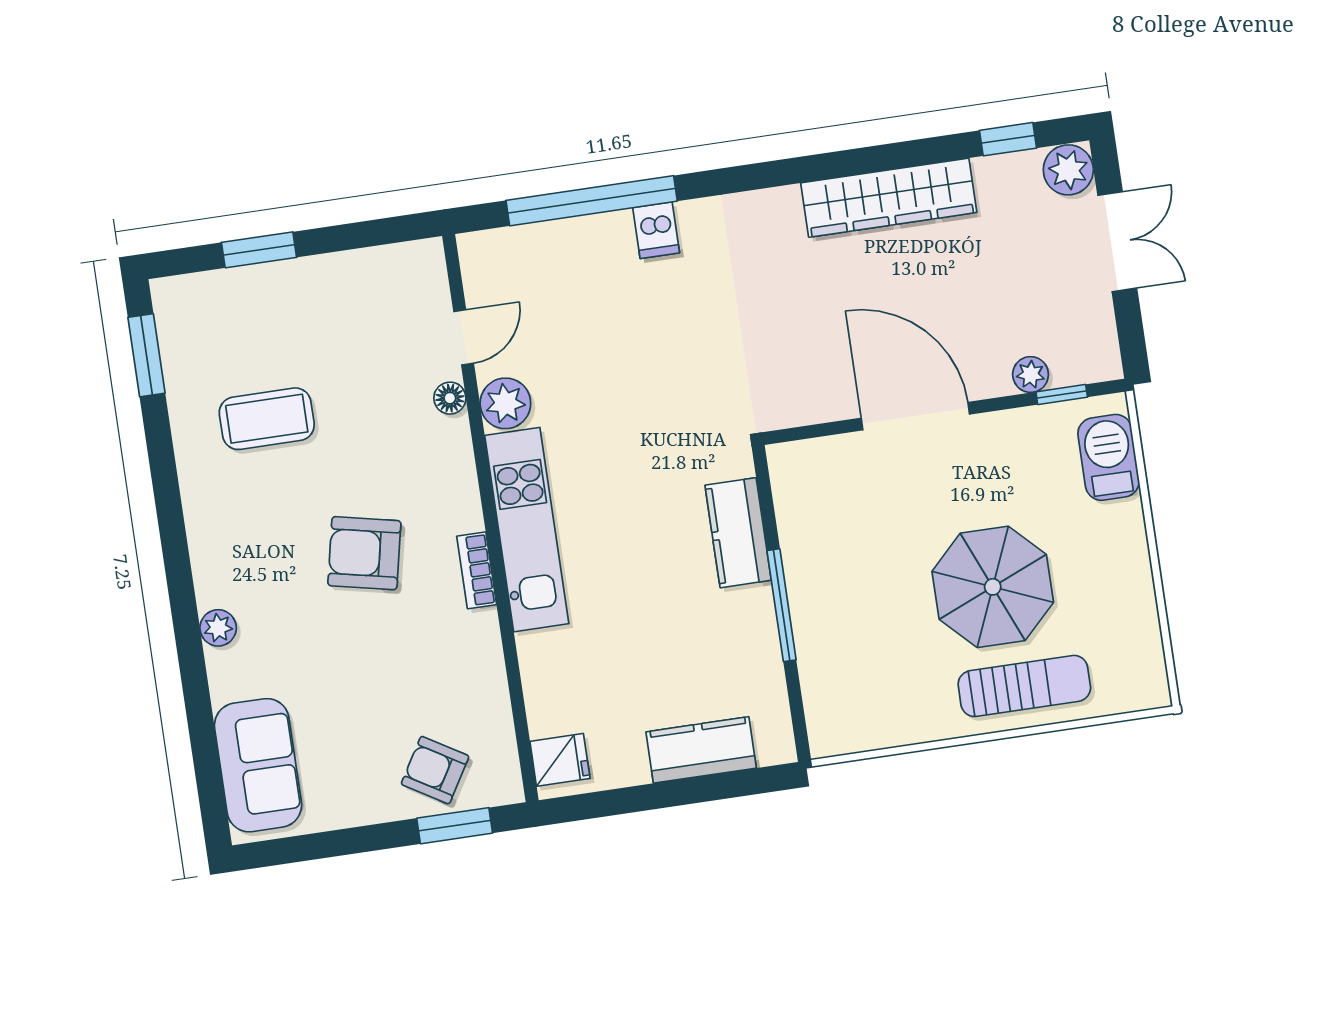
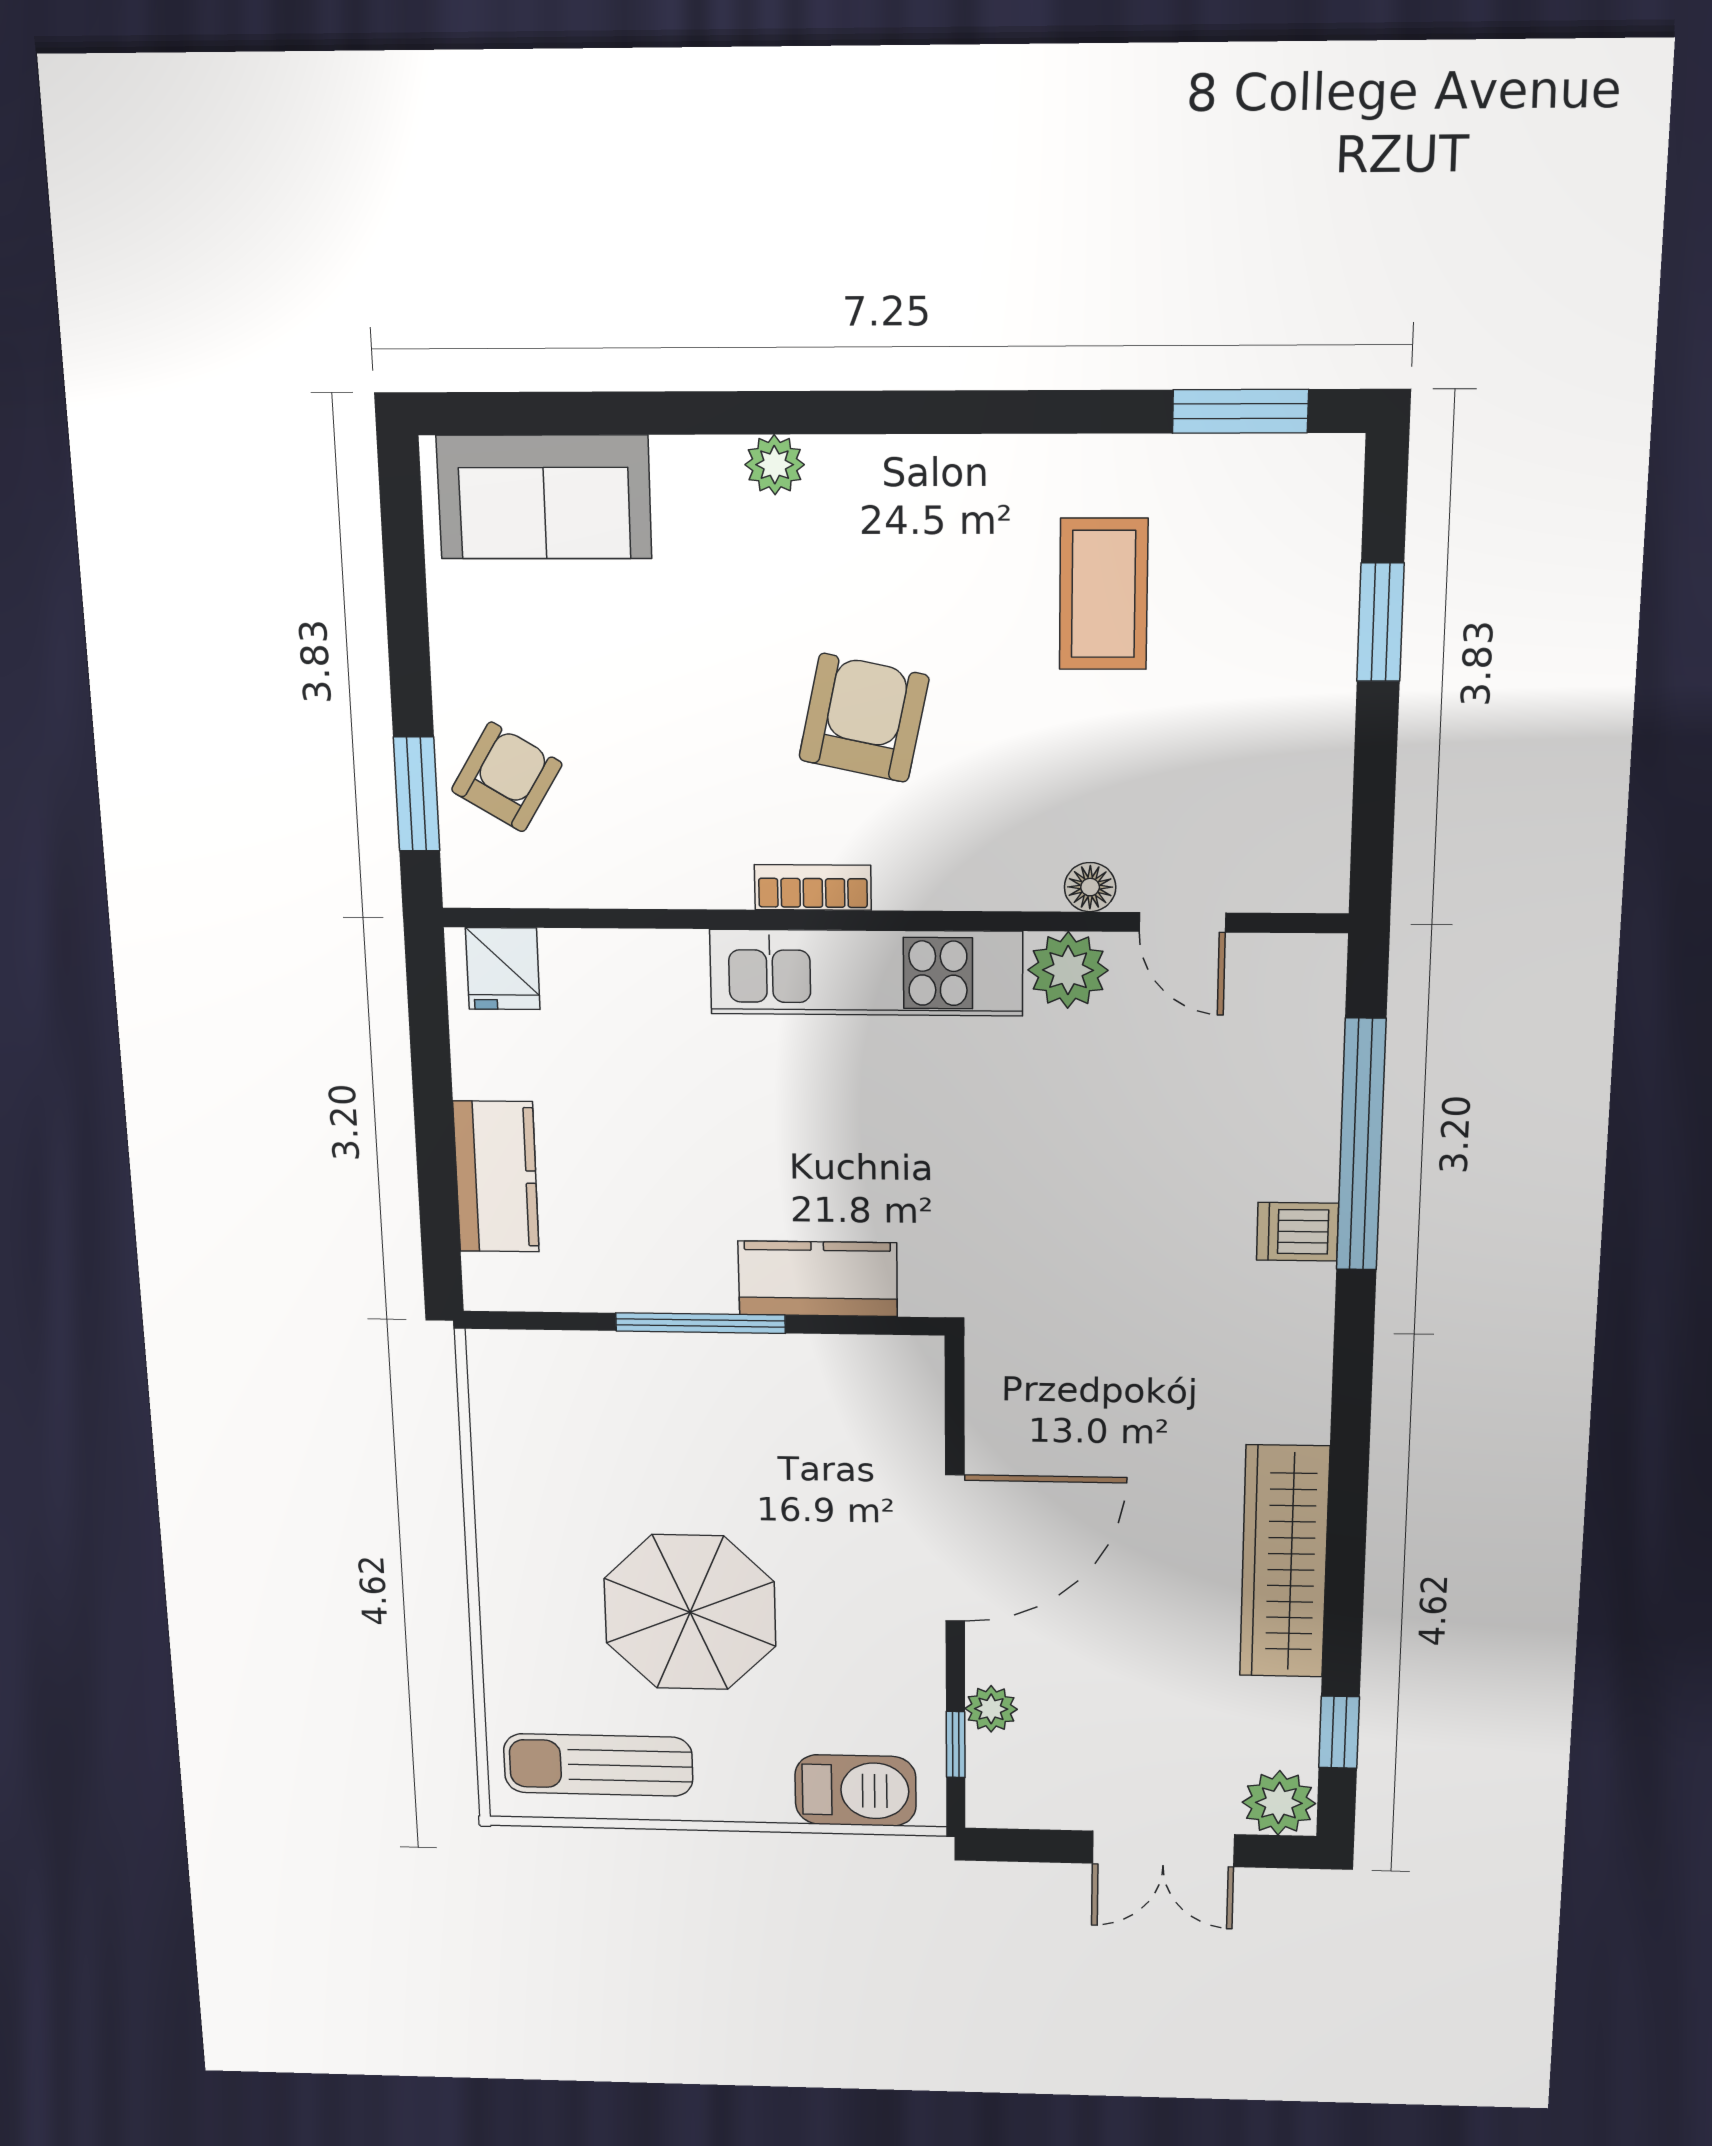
sun lounger: (1024, 686) -> (598, 1765), moved, turned 90

